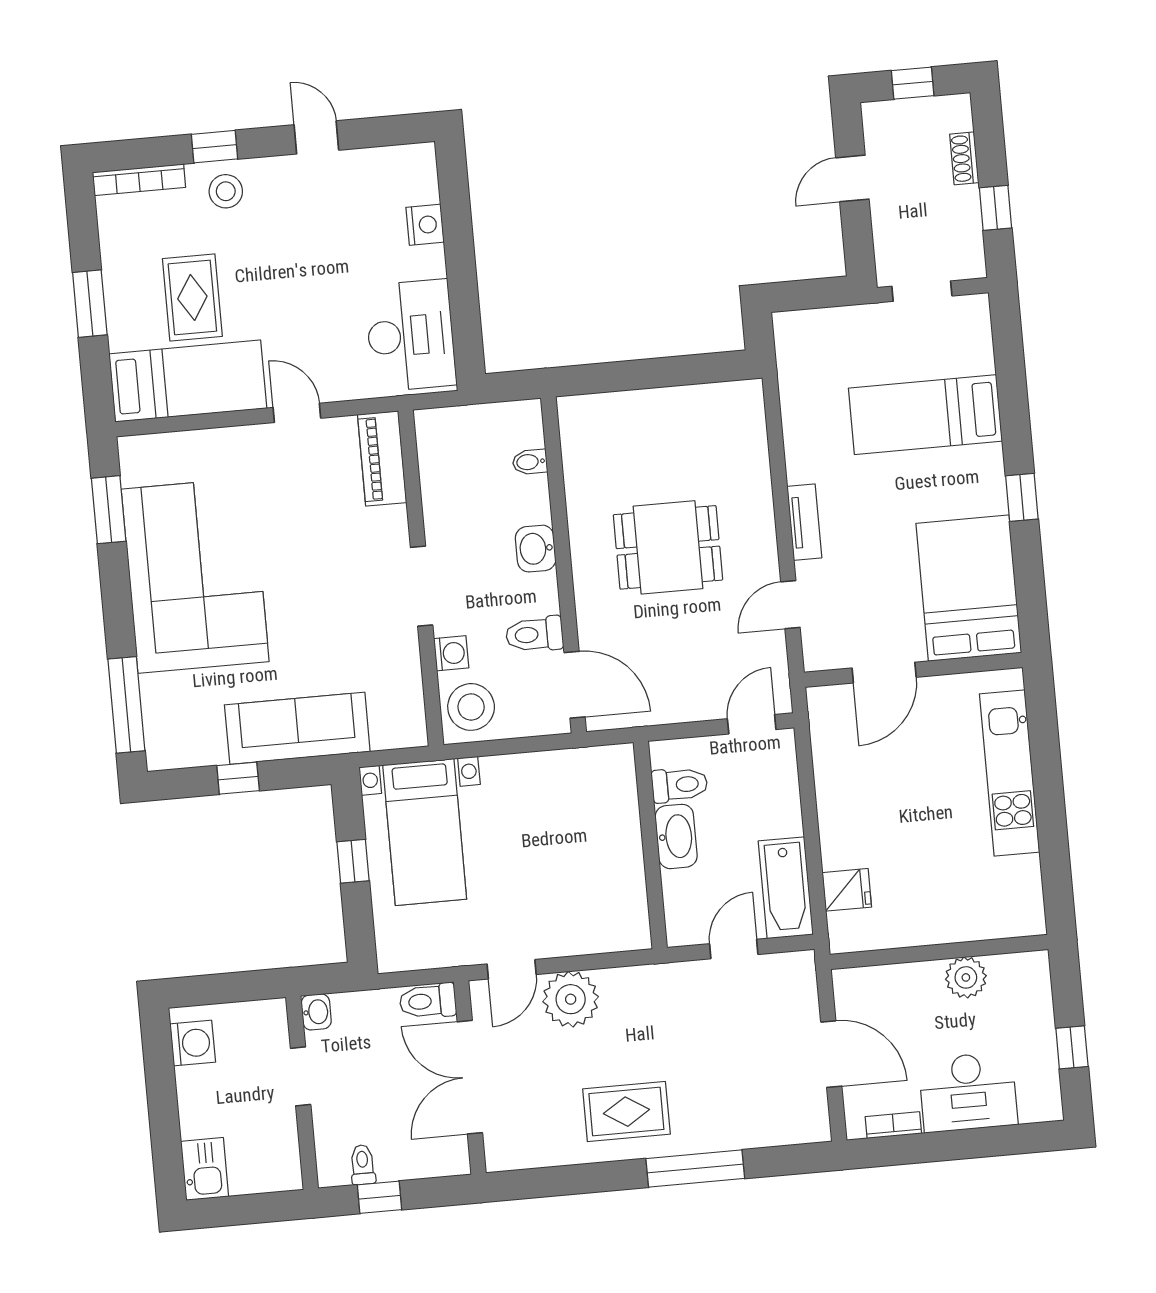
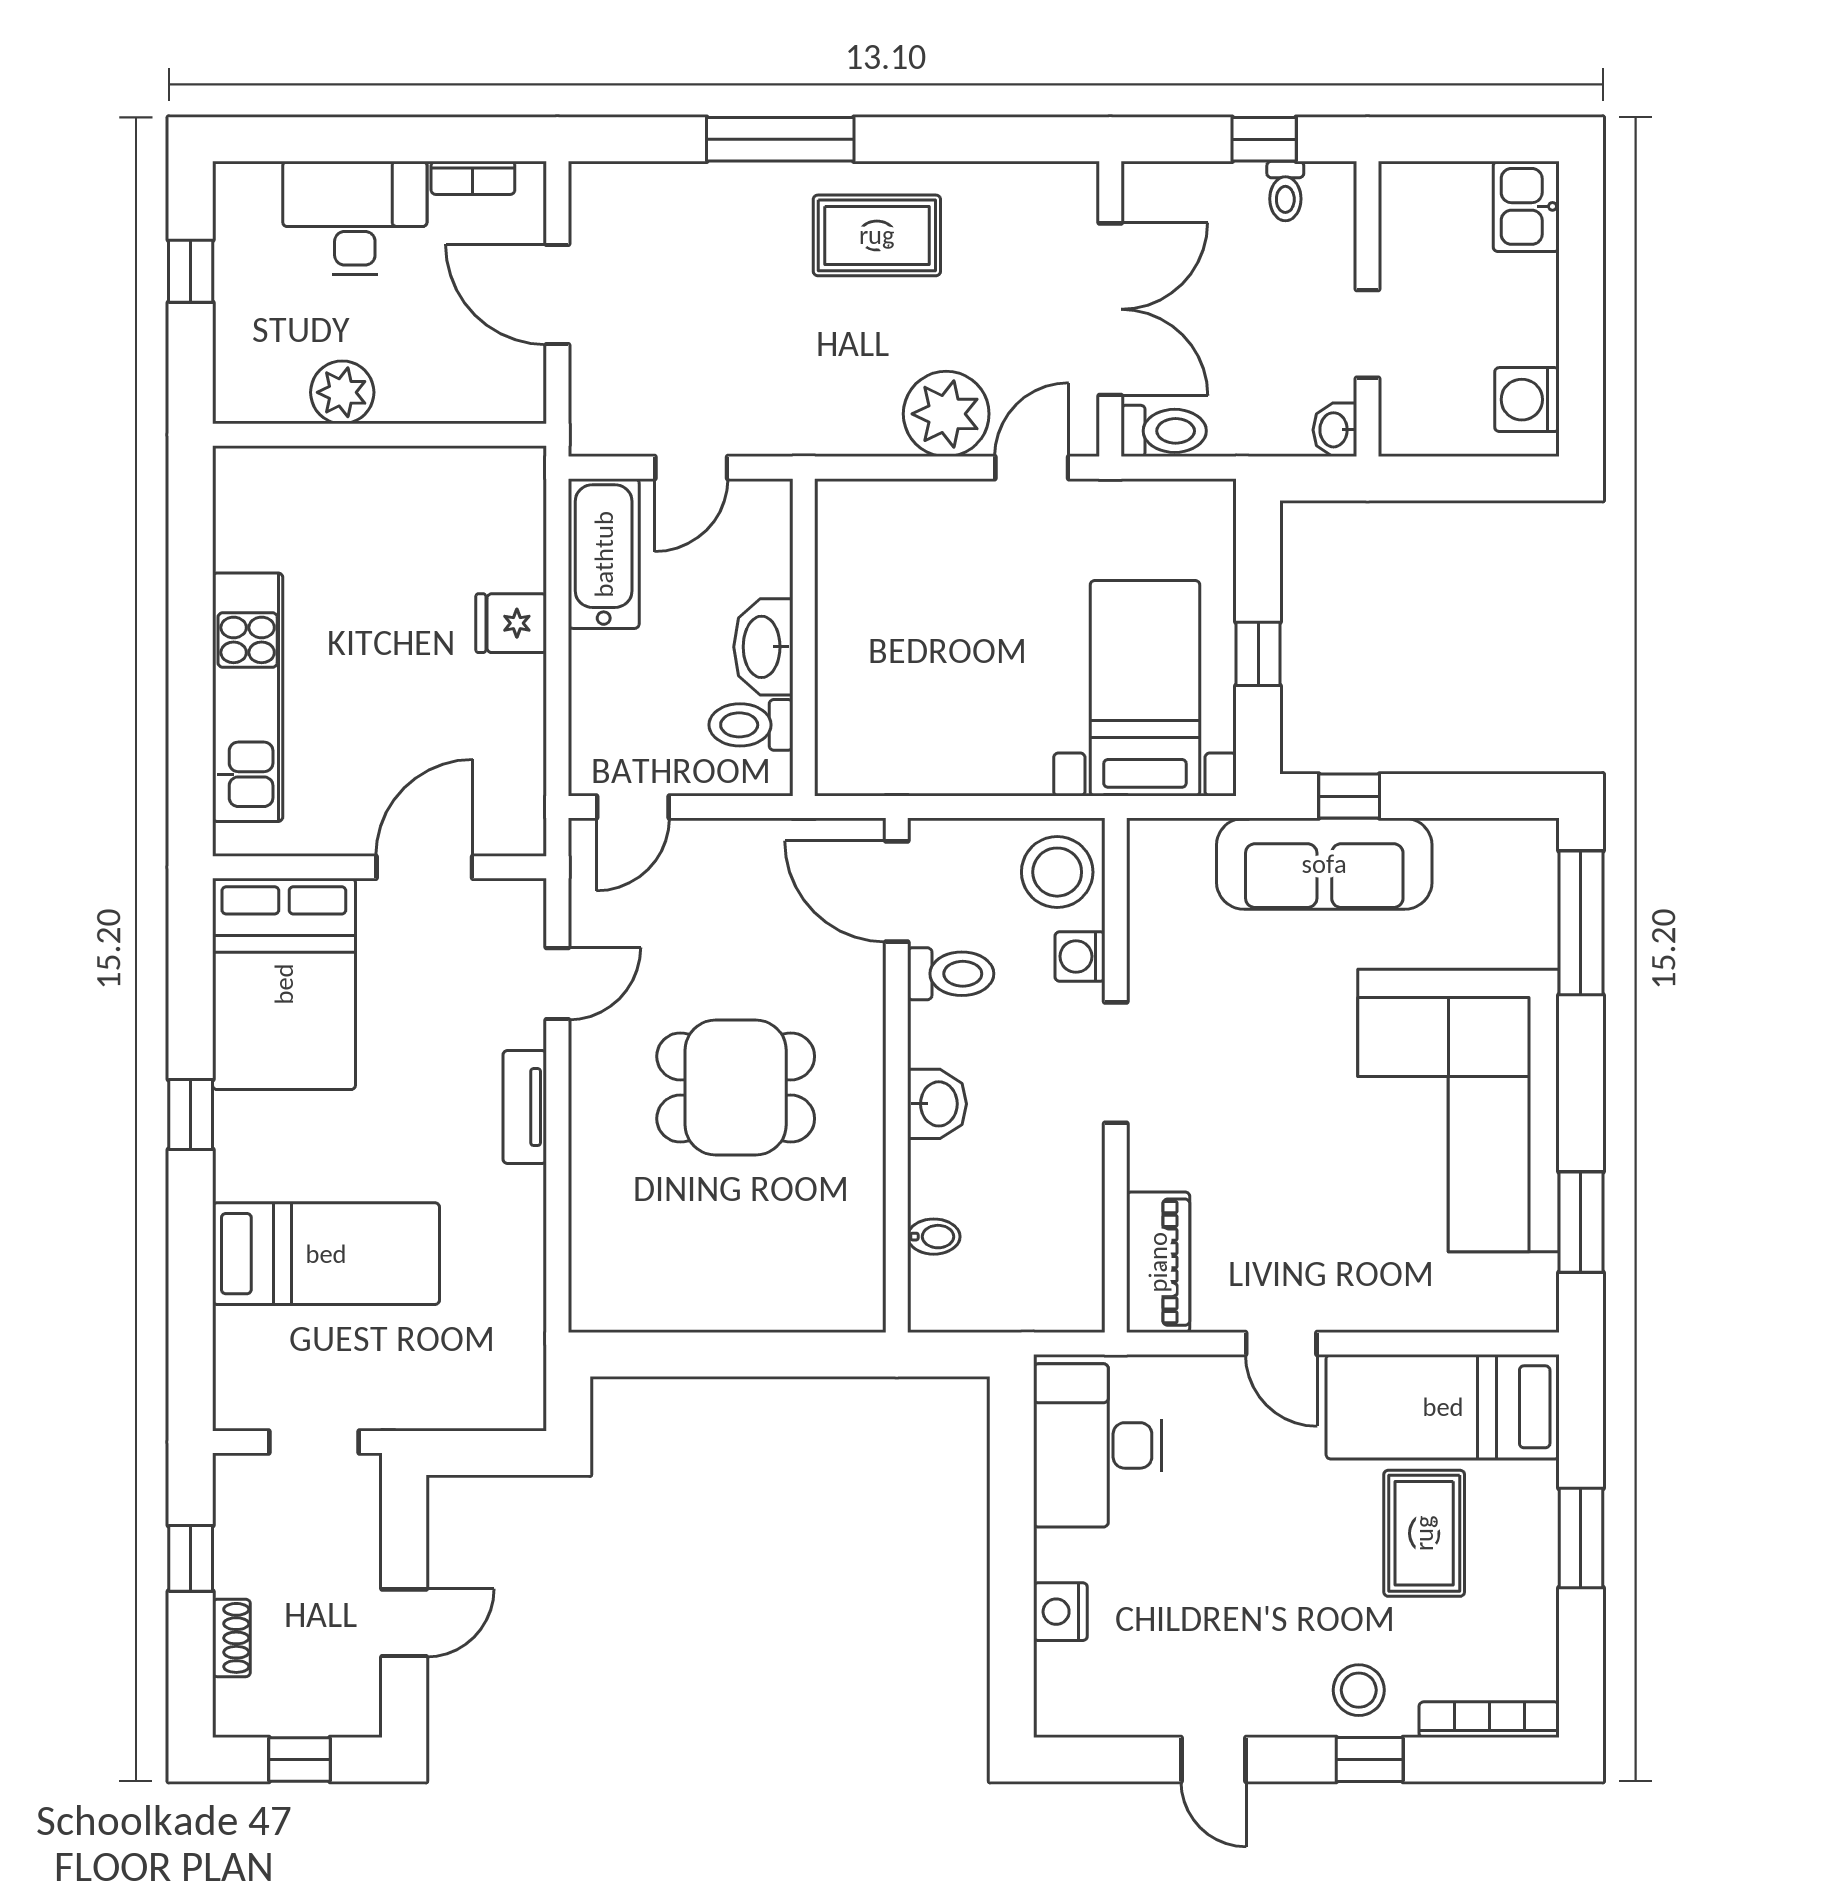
window: (238, 778) -> (1349, 796), moved
fridge: (847, 890) -> (511, 623), moved

